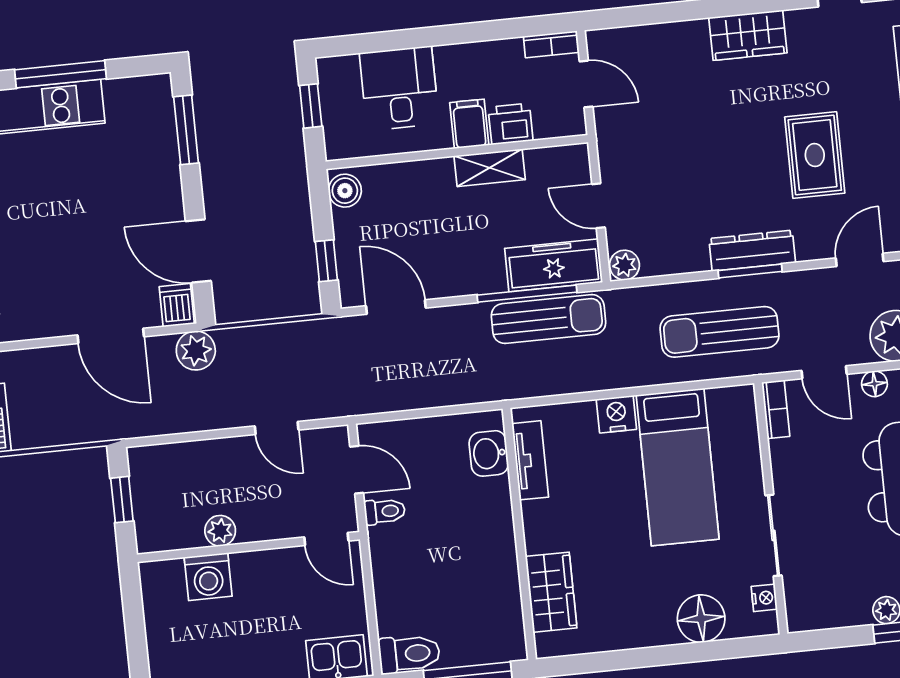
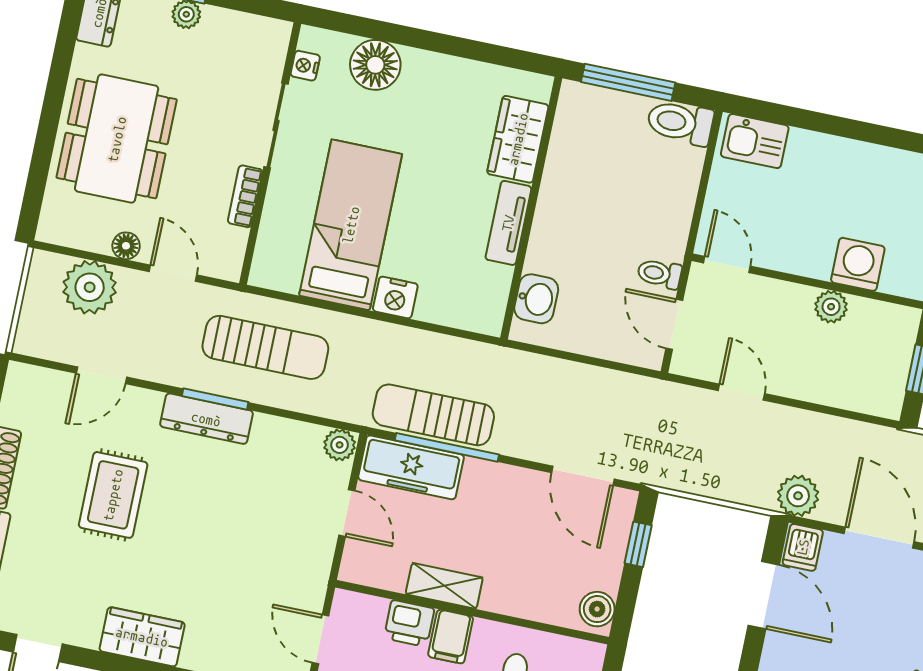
bookcase: (776, 409) -> (245, 196), moved
tv unit: (530, 460) -> (508, 223), moved

